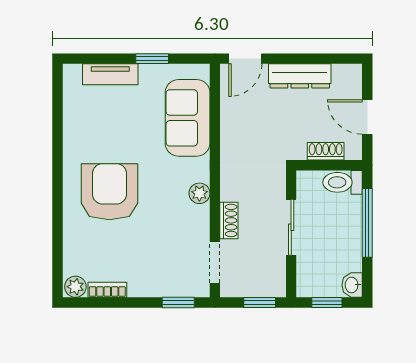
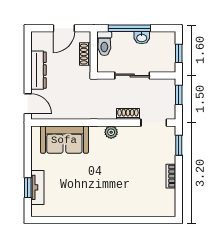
window: (152, 59) -> (28, 188), moved
armchair: (109, 192) -> (110, 188), removed
washbasin: (352, 285) -> (142, 38), moved
plant: (75, 287) -> (169, 209), removed
bookcase: (107, 290) -> (171, 176), moved

